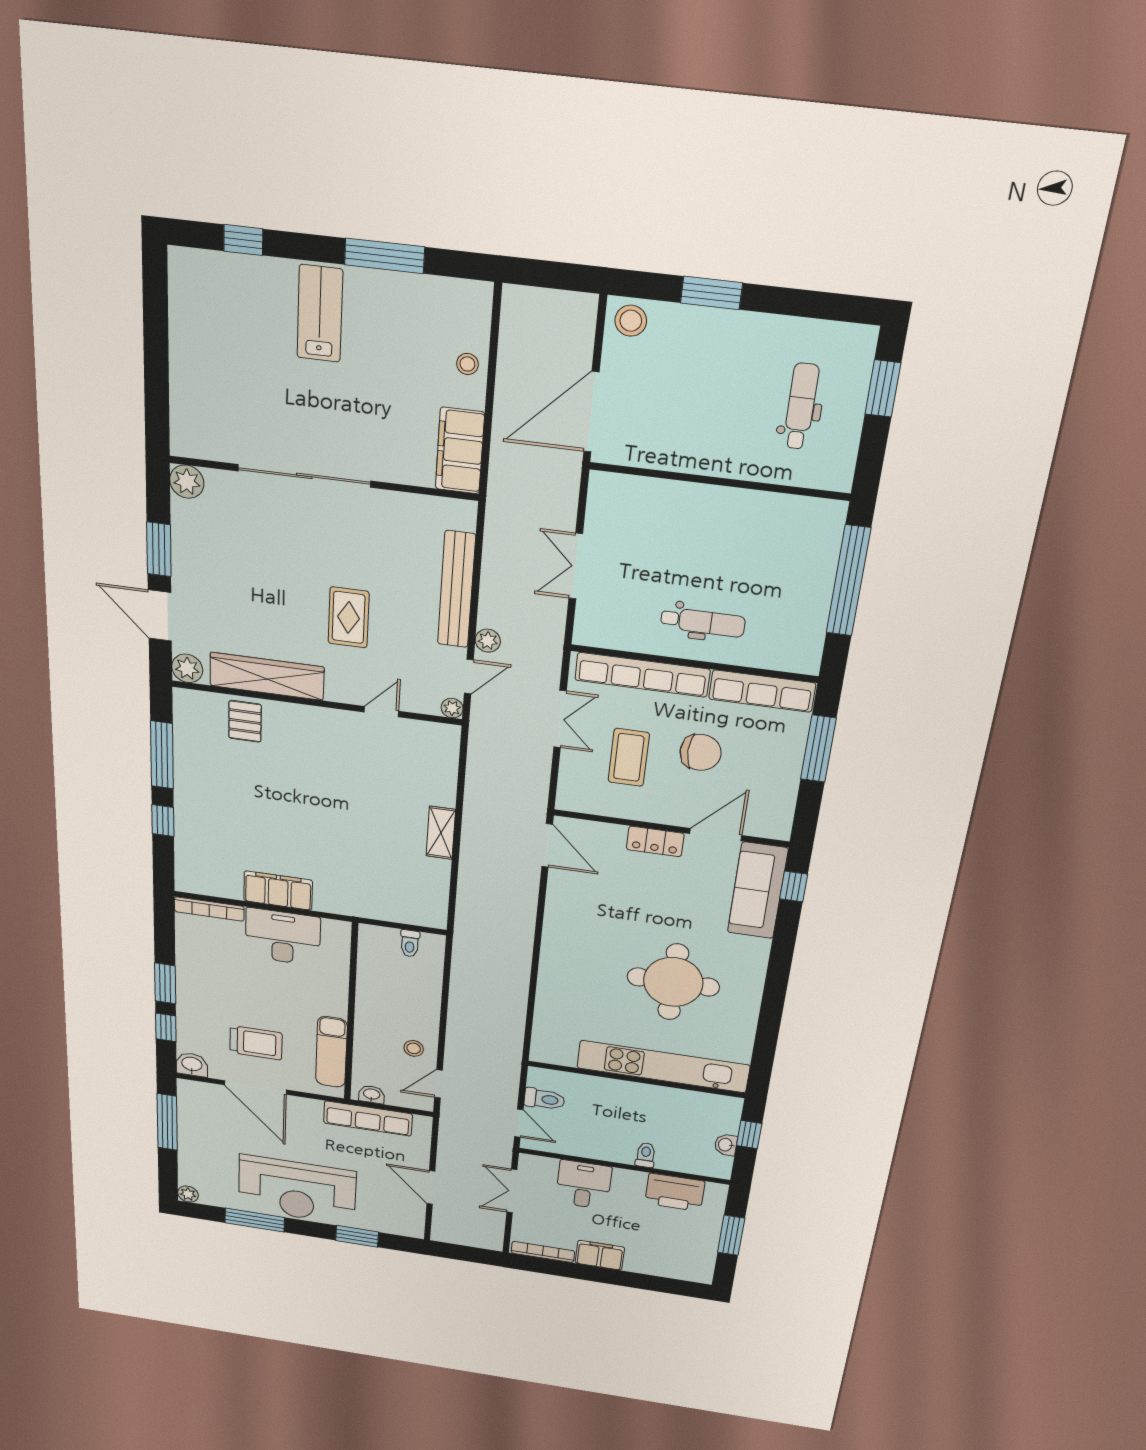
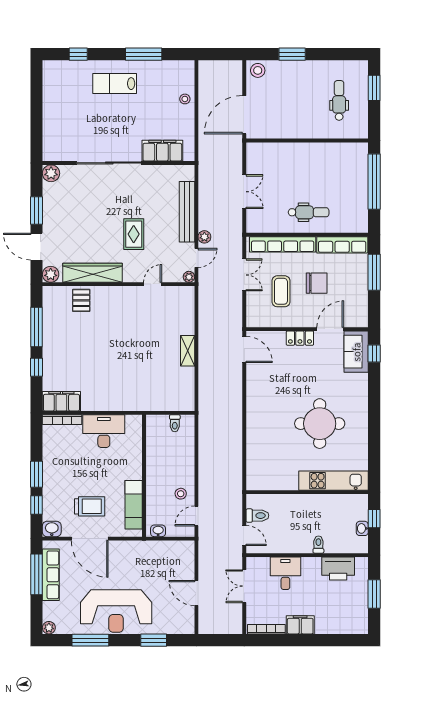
lab bench: (320, 314) -> (115, 84), turned -90
filing cabinet: (460, 451) -> (162, 151), moved, turned 90
double door: (576, 566) -> (244, 192), swing flipped
filing cabinet: (278, 891) -> (61, 401), moved
sofa: (758, 891) -> (356, 352), width x0.73
kitchen unit: (663, 1067) -> (333, 481), width x0.73
row of seats: (368, 1118) -> (51, 575), moved, turned -90

